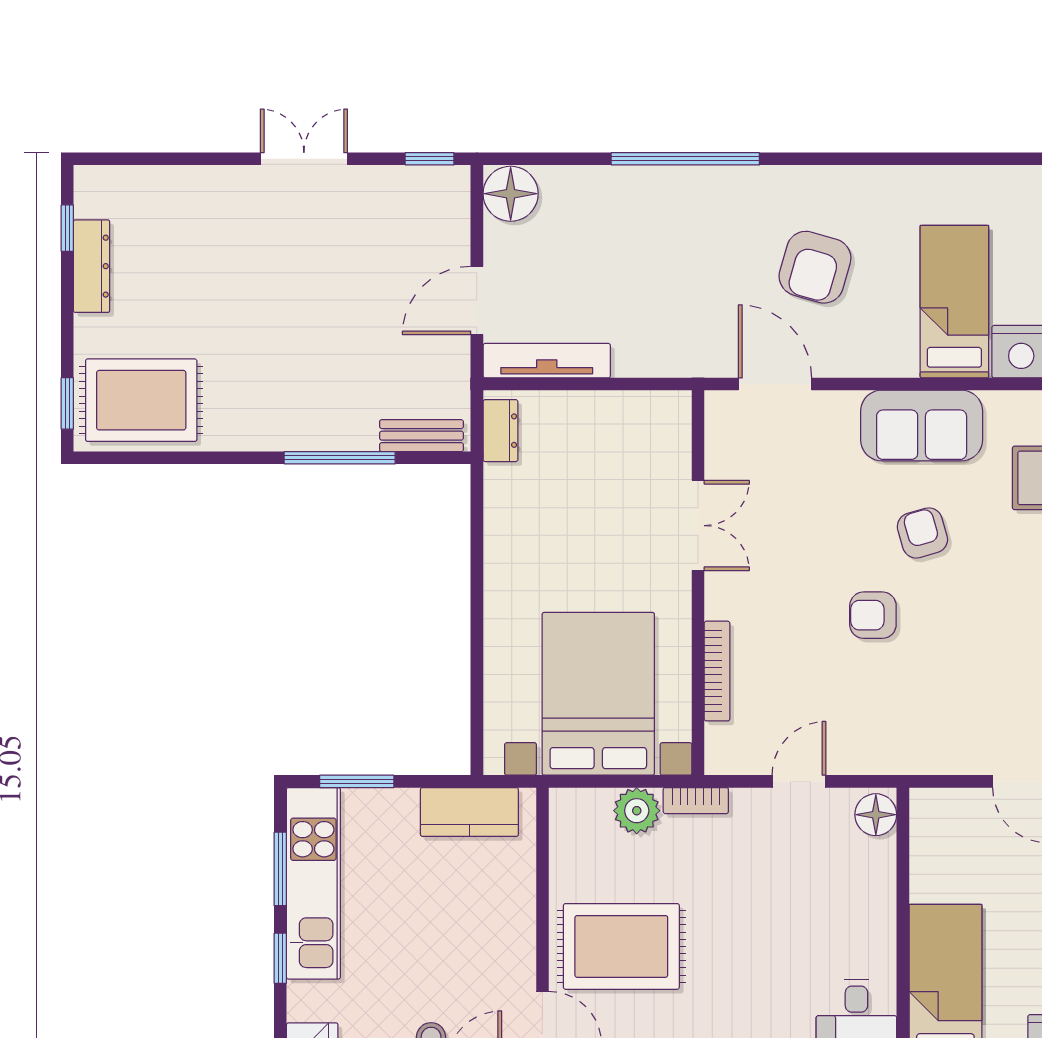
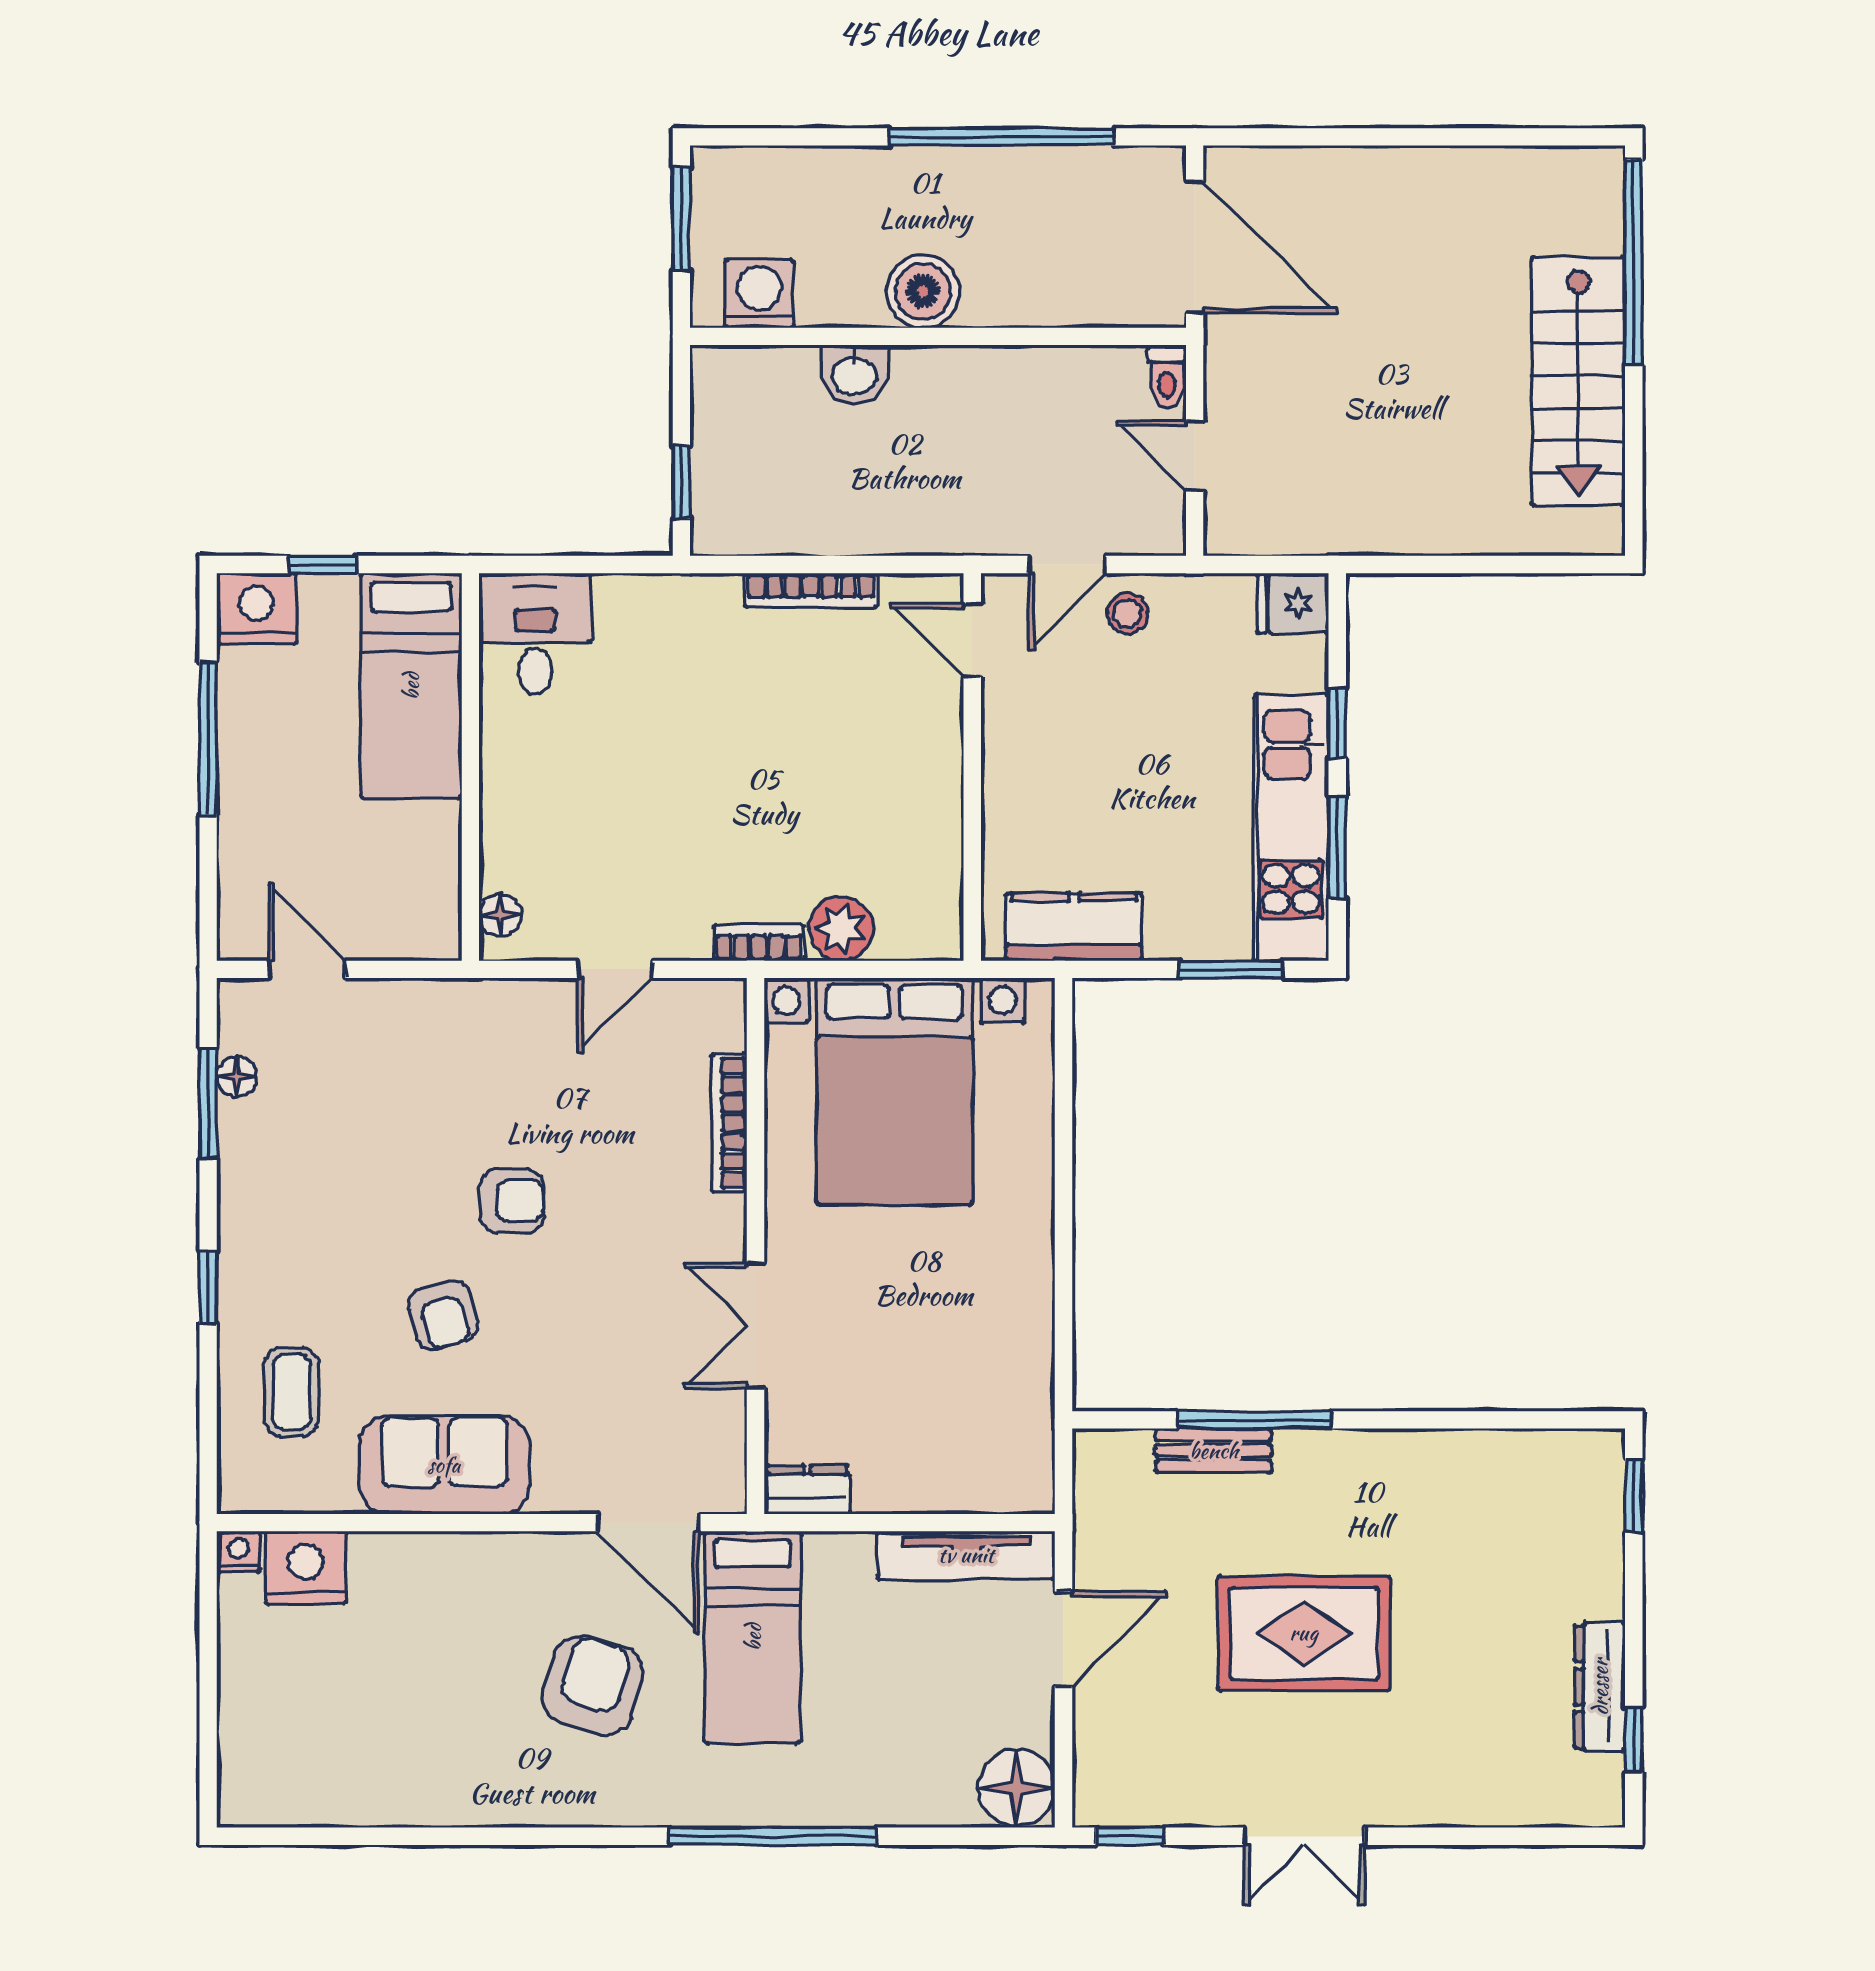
bed: (954, 302) -> (753, 1637), moved
rug: (141, 400) -> (1304, 1633), moved
dresser: (500, 431) -> (807, 1490), moved, turned 90
bench: (421, 436) -> (1214, 1451), moved
floor lamp: (876, 815) -> (500, 915), width x0.73, depth x0.73
rug: (621, 946) -> (862, 740), removed

